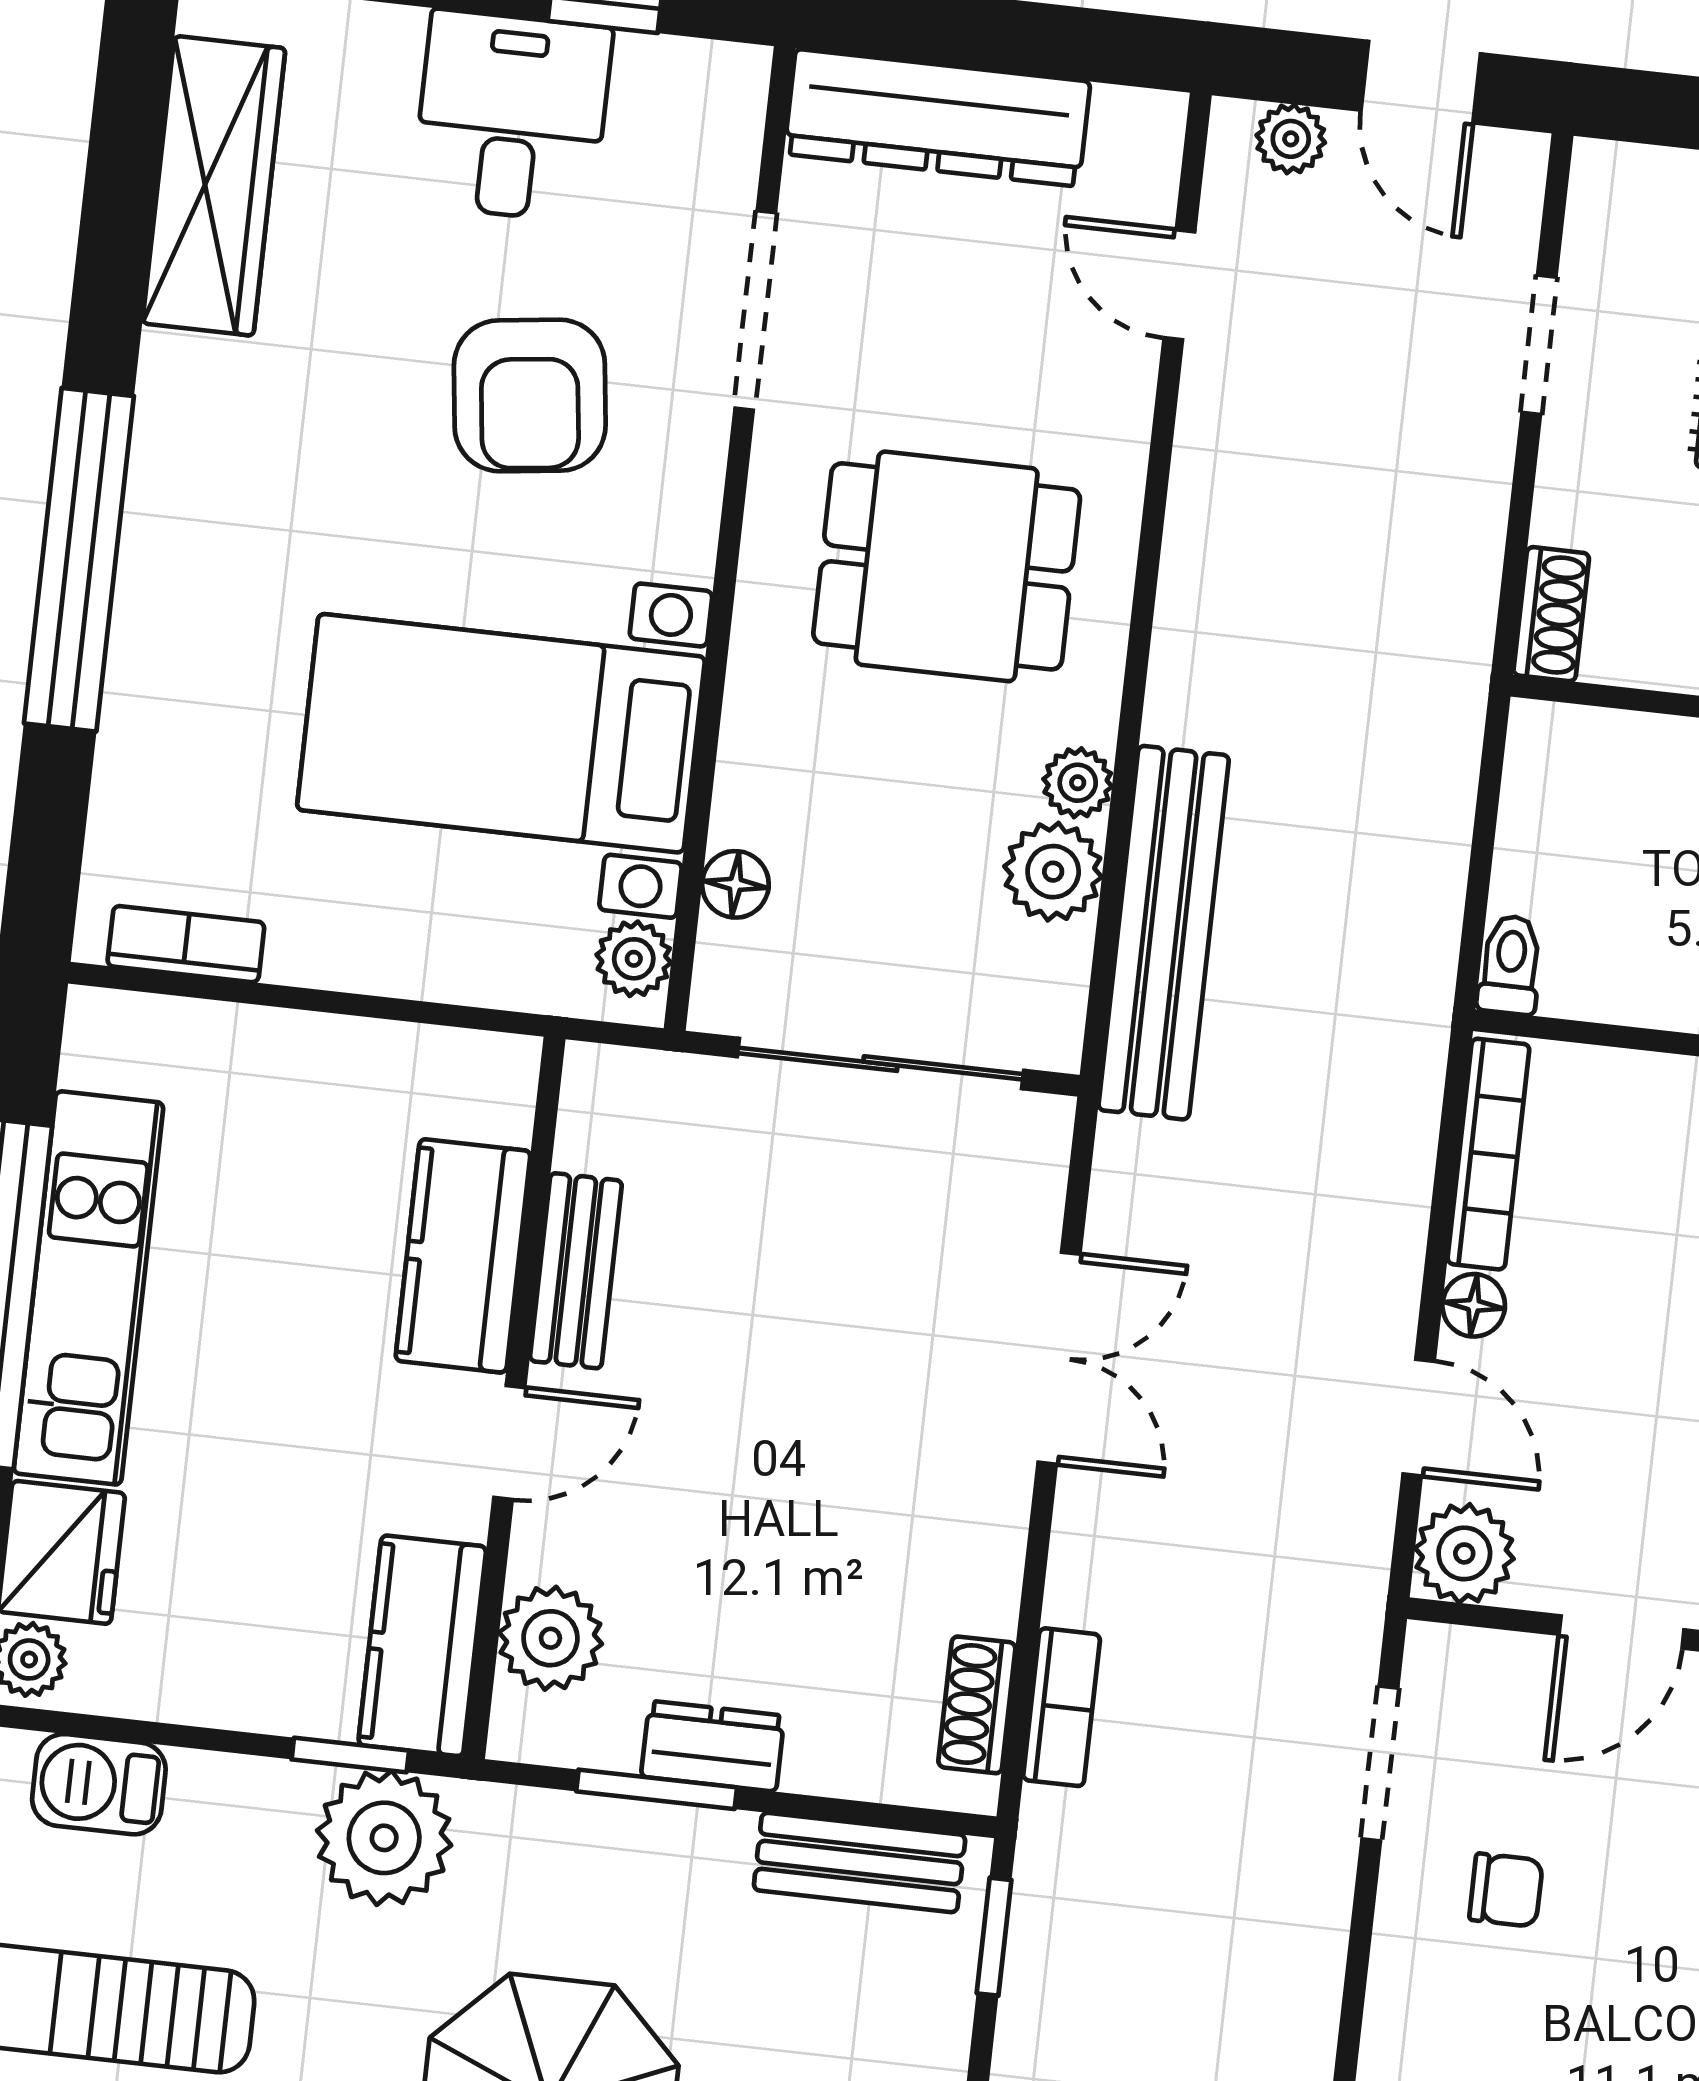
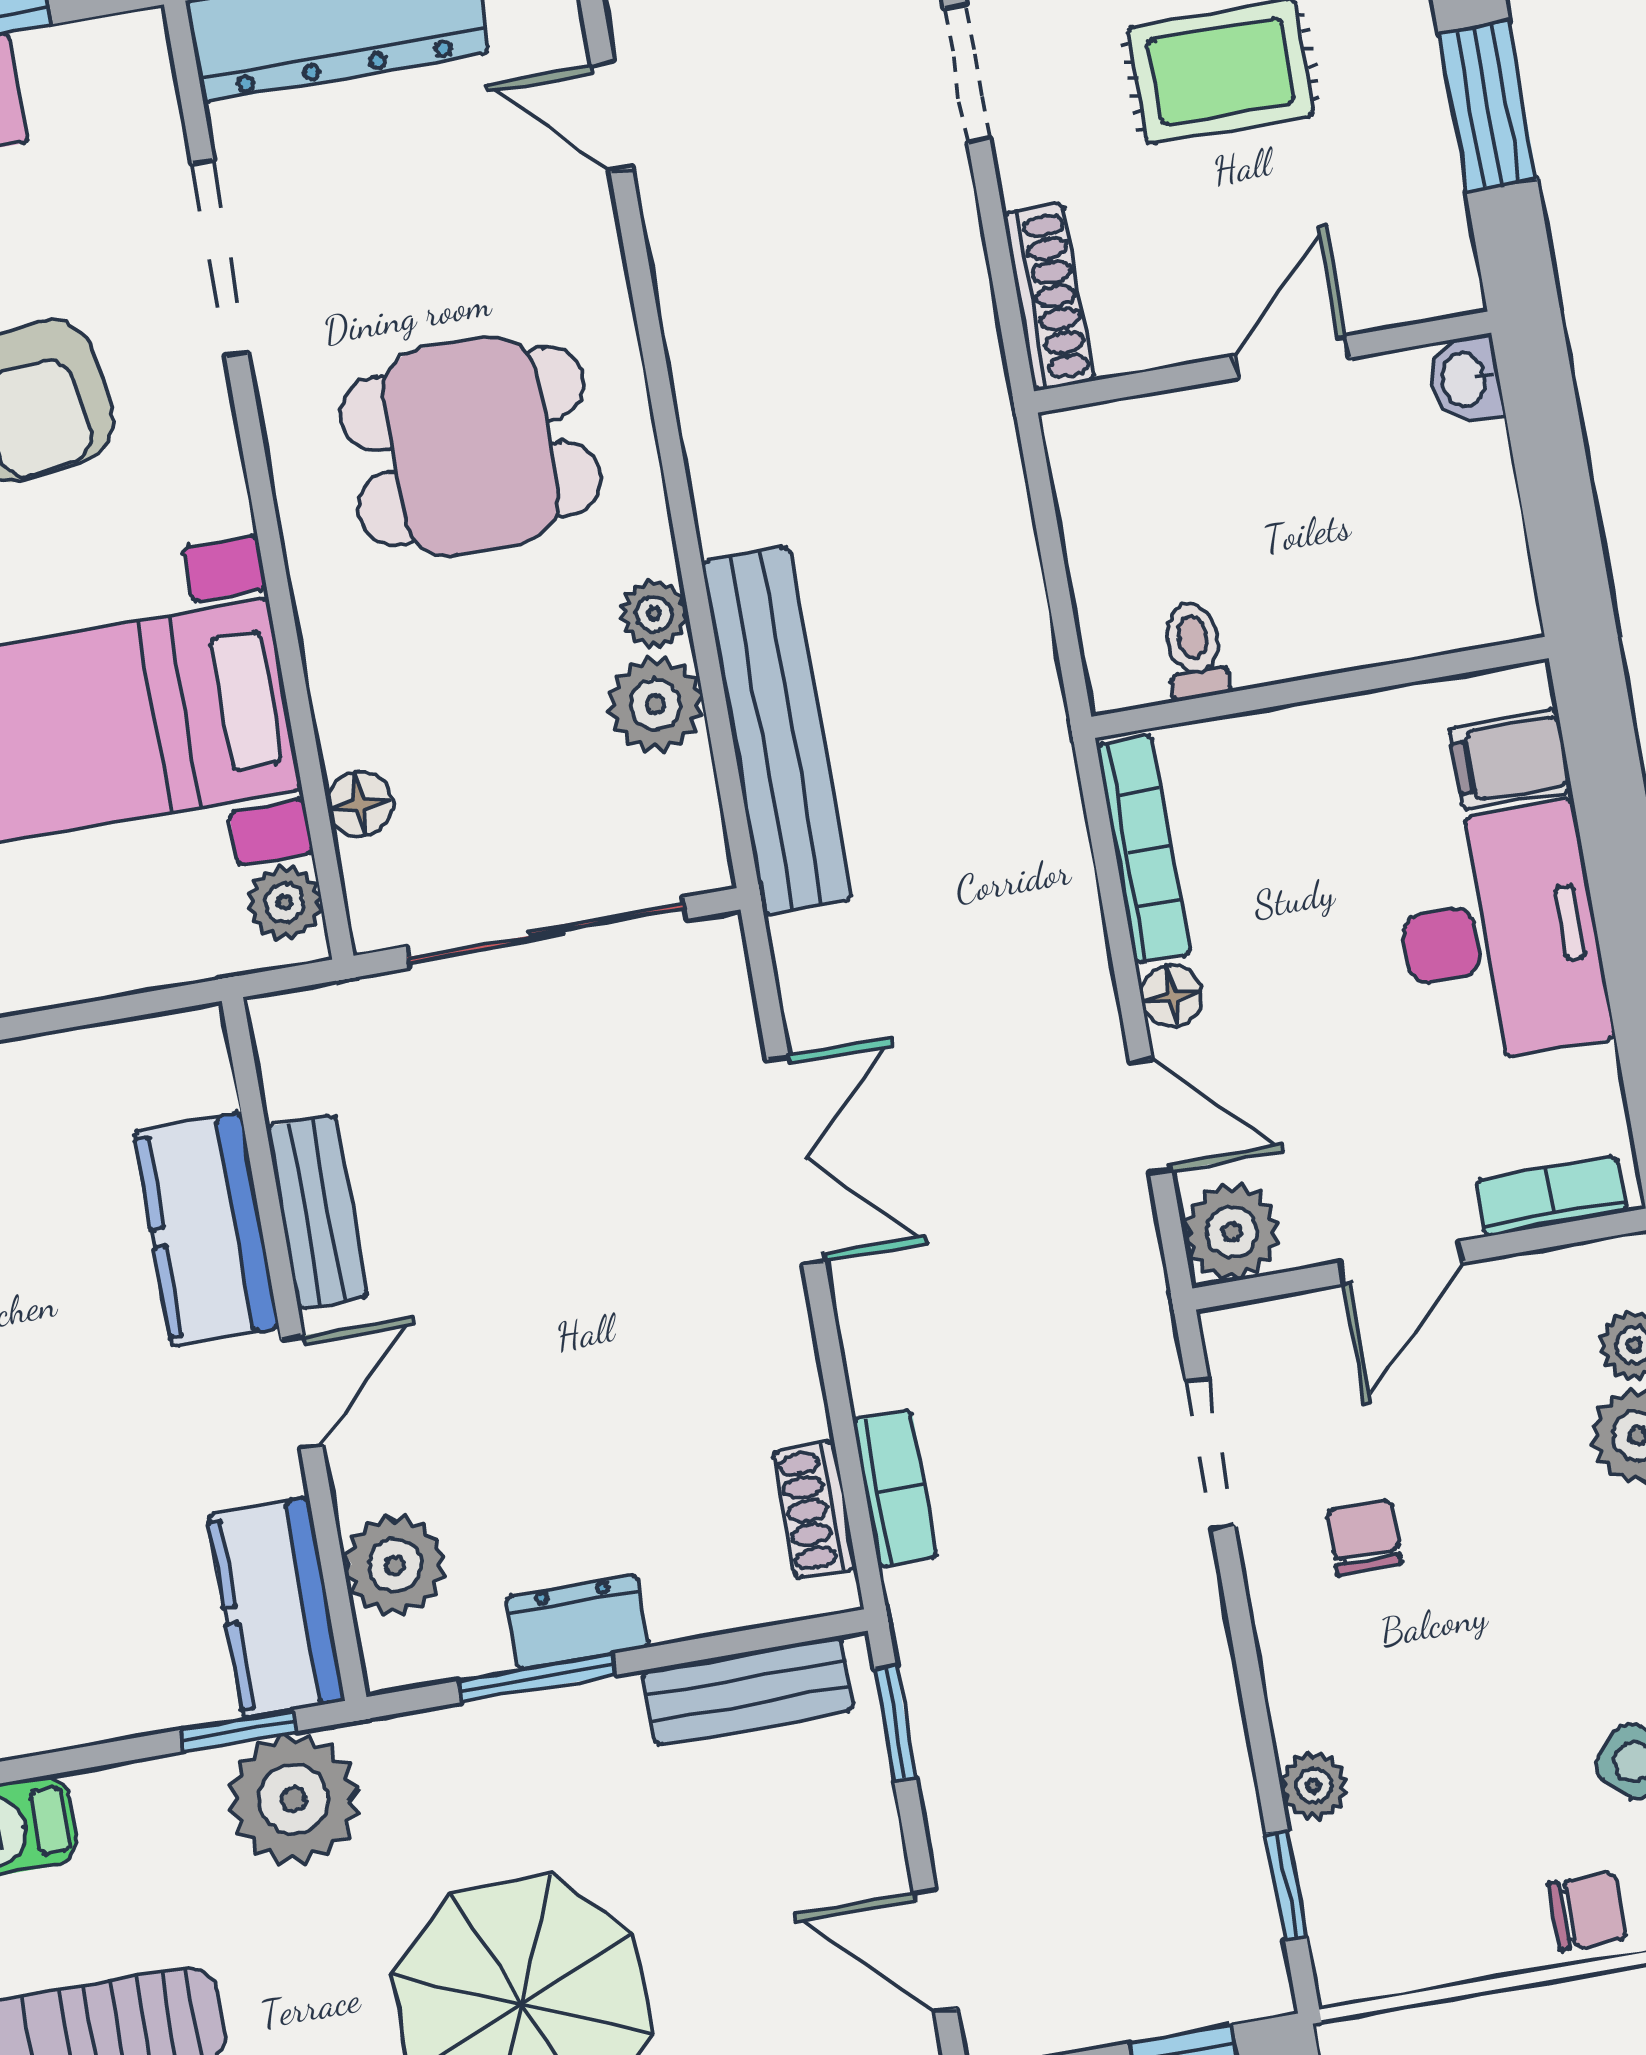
shoe rack: (1551, 614) -> (1048, 297), width x1.43
toilet: (1510, 965) -> (1195, 650), moved
chair: (1506, 1890) -> (1364, 1538), turned -90

